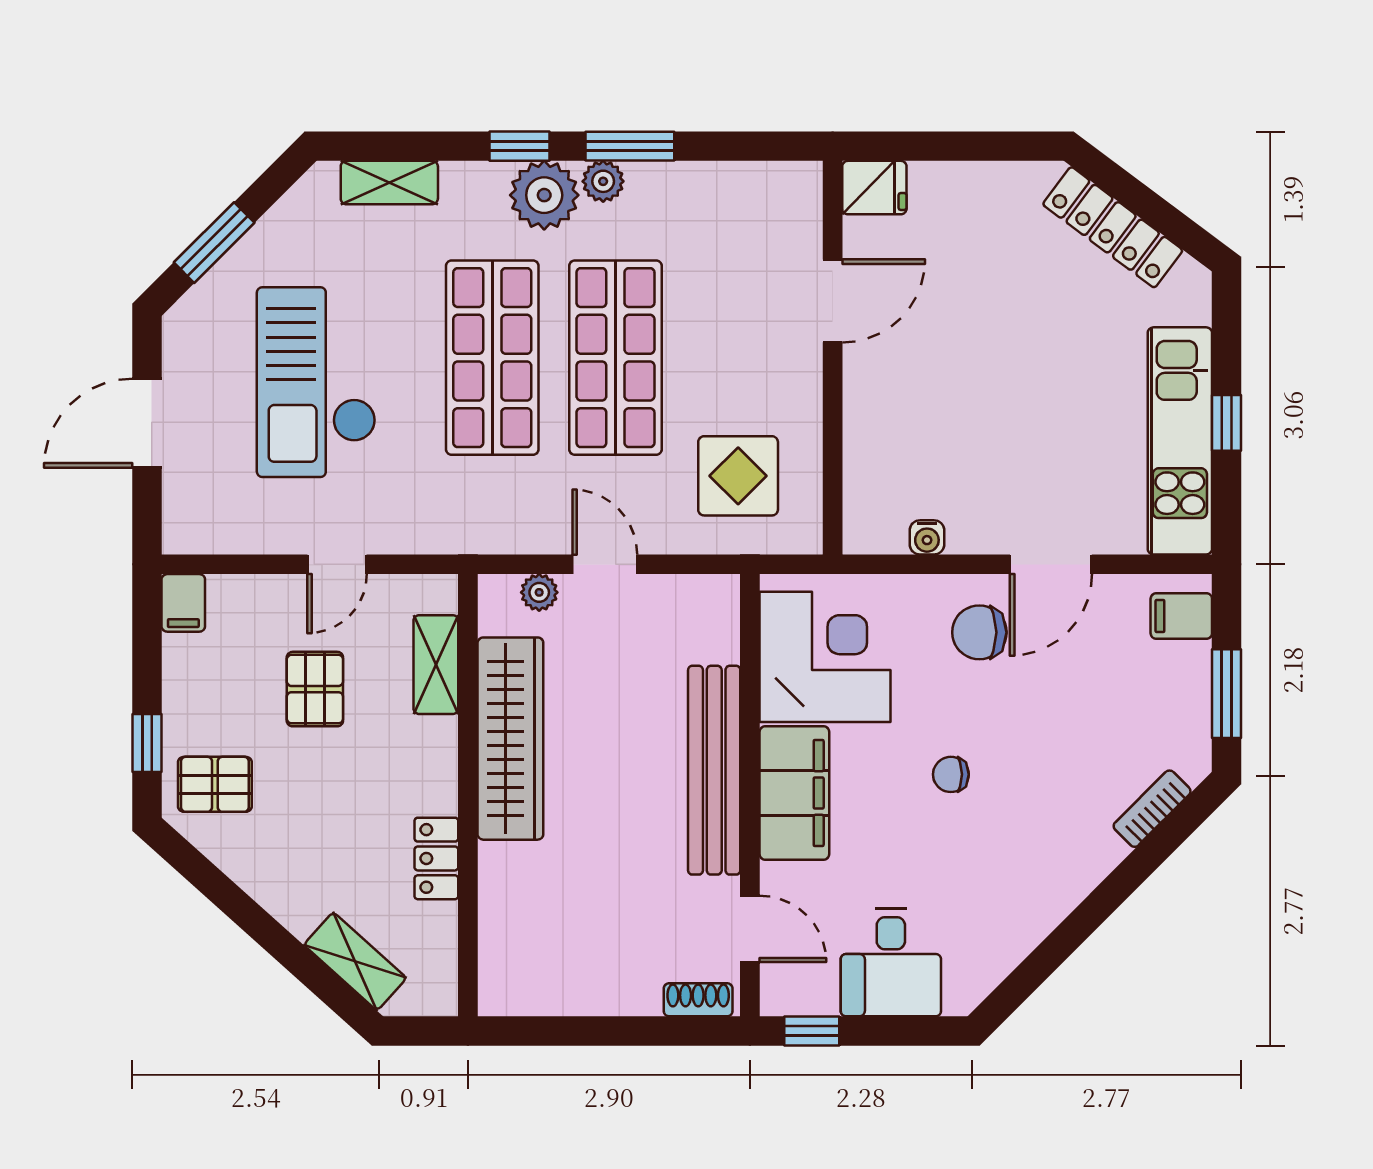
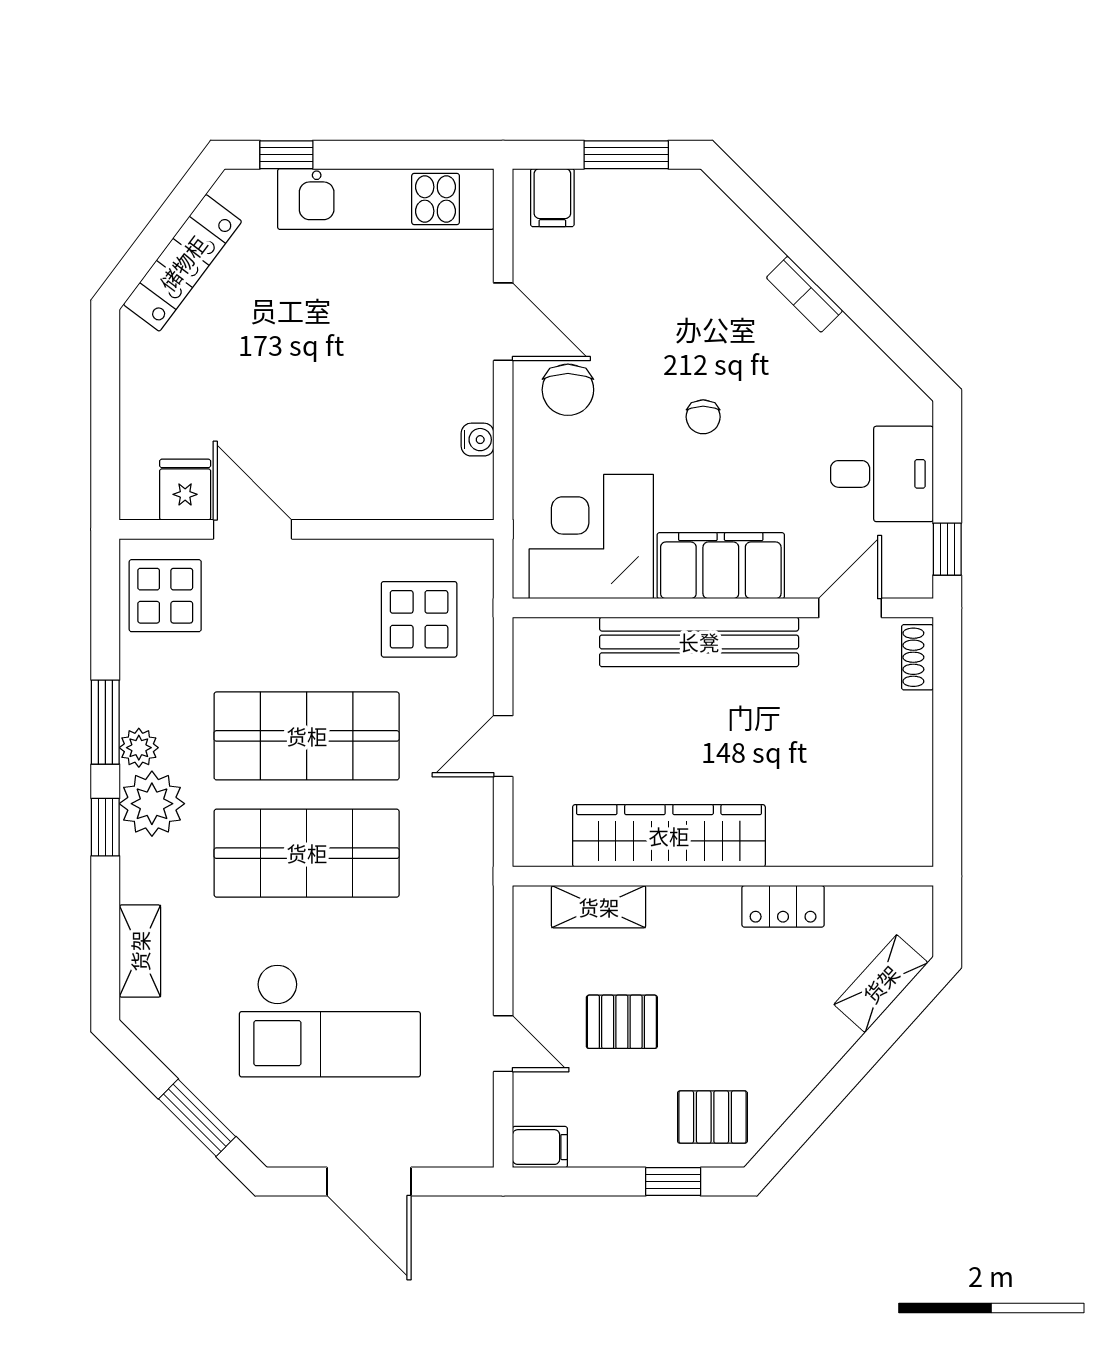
fridge: (874, 188) -> (185, 490), moved
display table: (763, 209) -> (165, 596), added
window: (1226, 423) -> (286, 155), moved
door: (337, 564) -> (503, 1044), moved
plant: (539, 592) -> (530, 808), removed
pallet: (215, 784) -> (712, 1117), turned 90
bookcase: (1152, 809) -> (804, 294), moved

